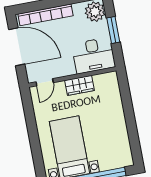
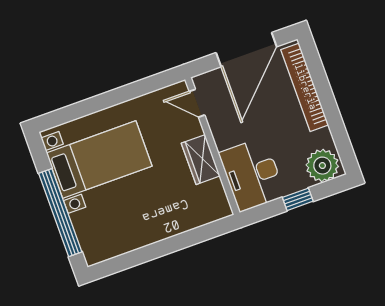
window: (113, 30) -> (298, 199), width x0.67

